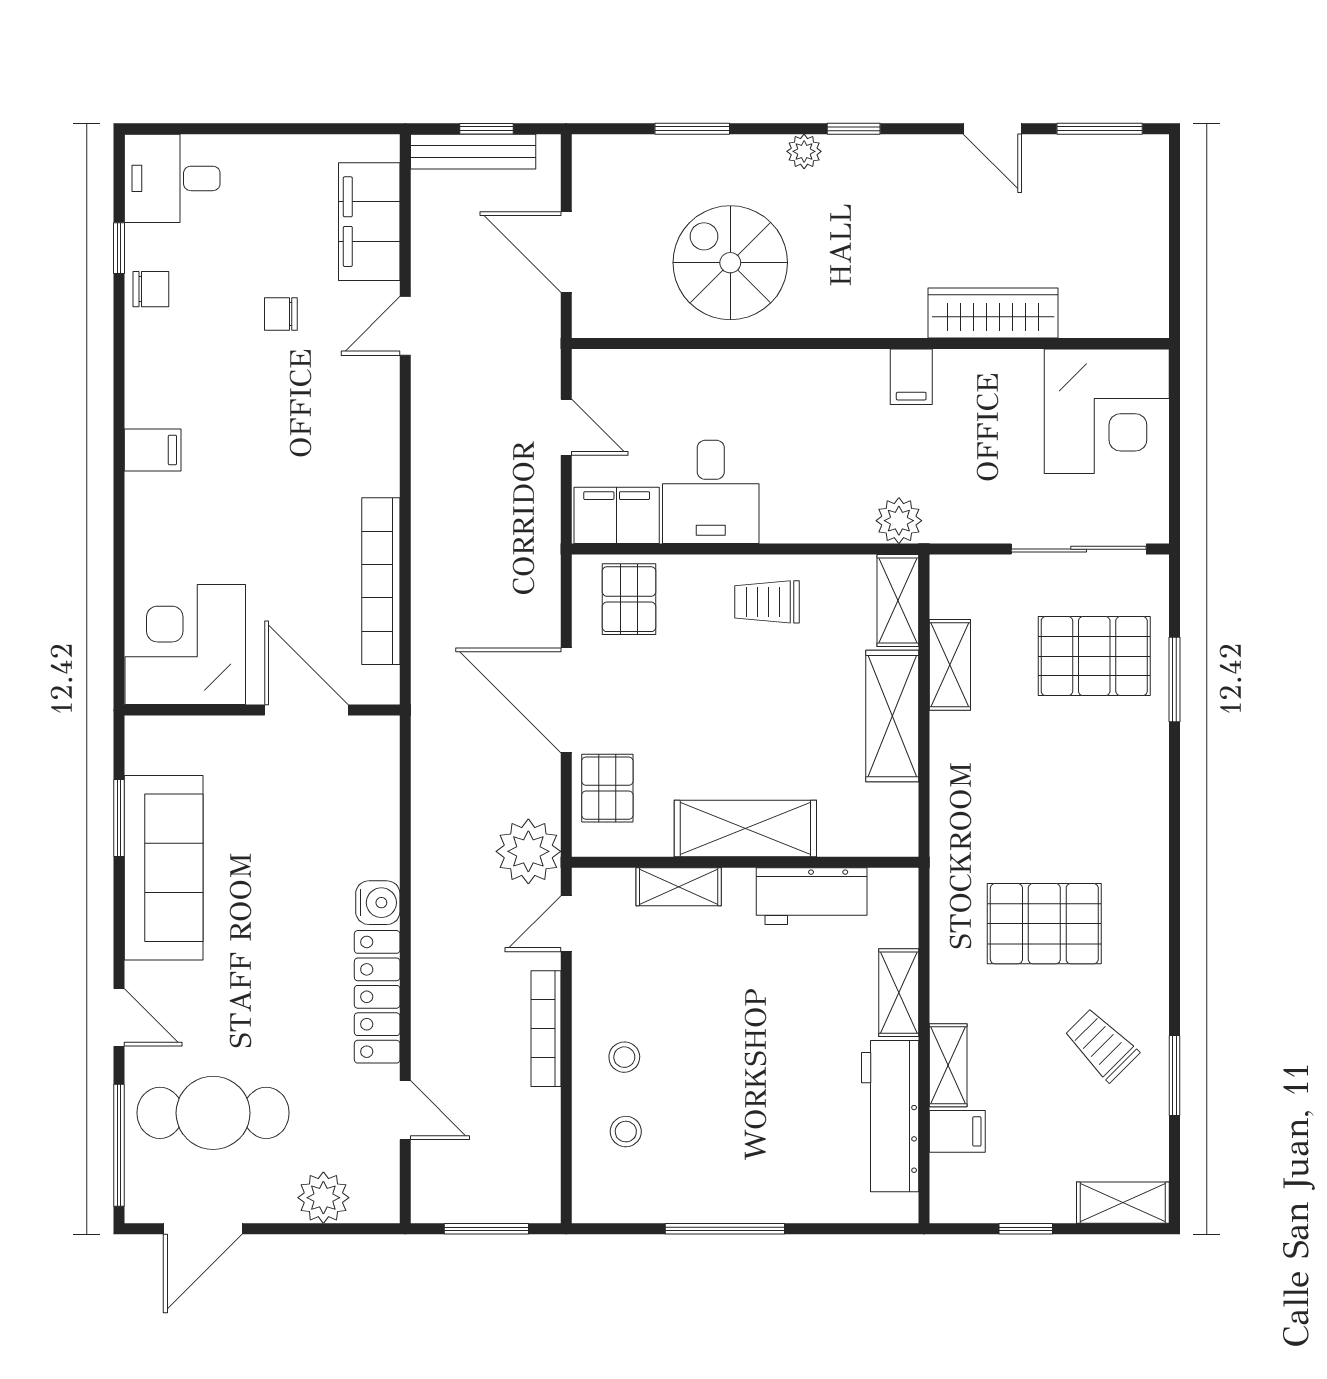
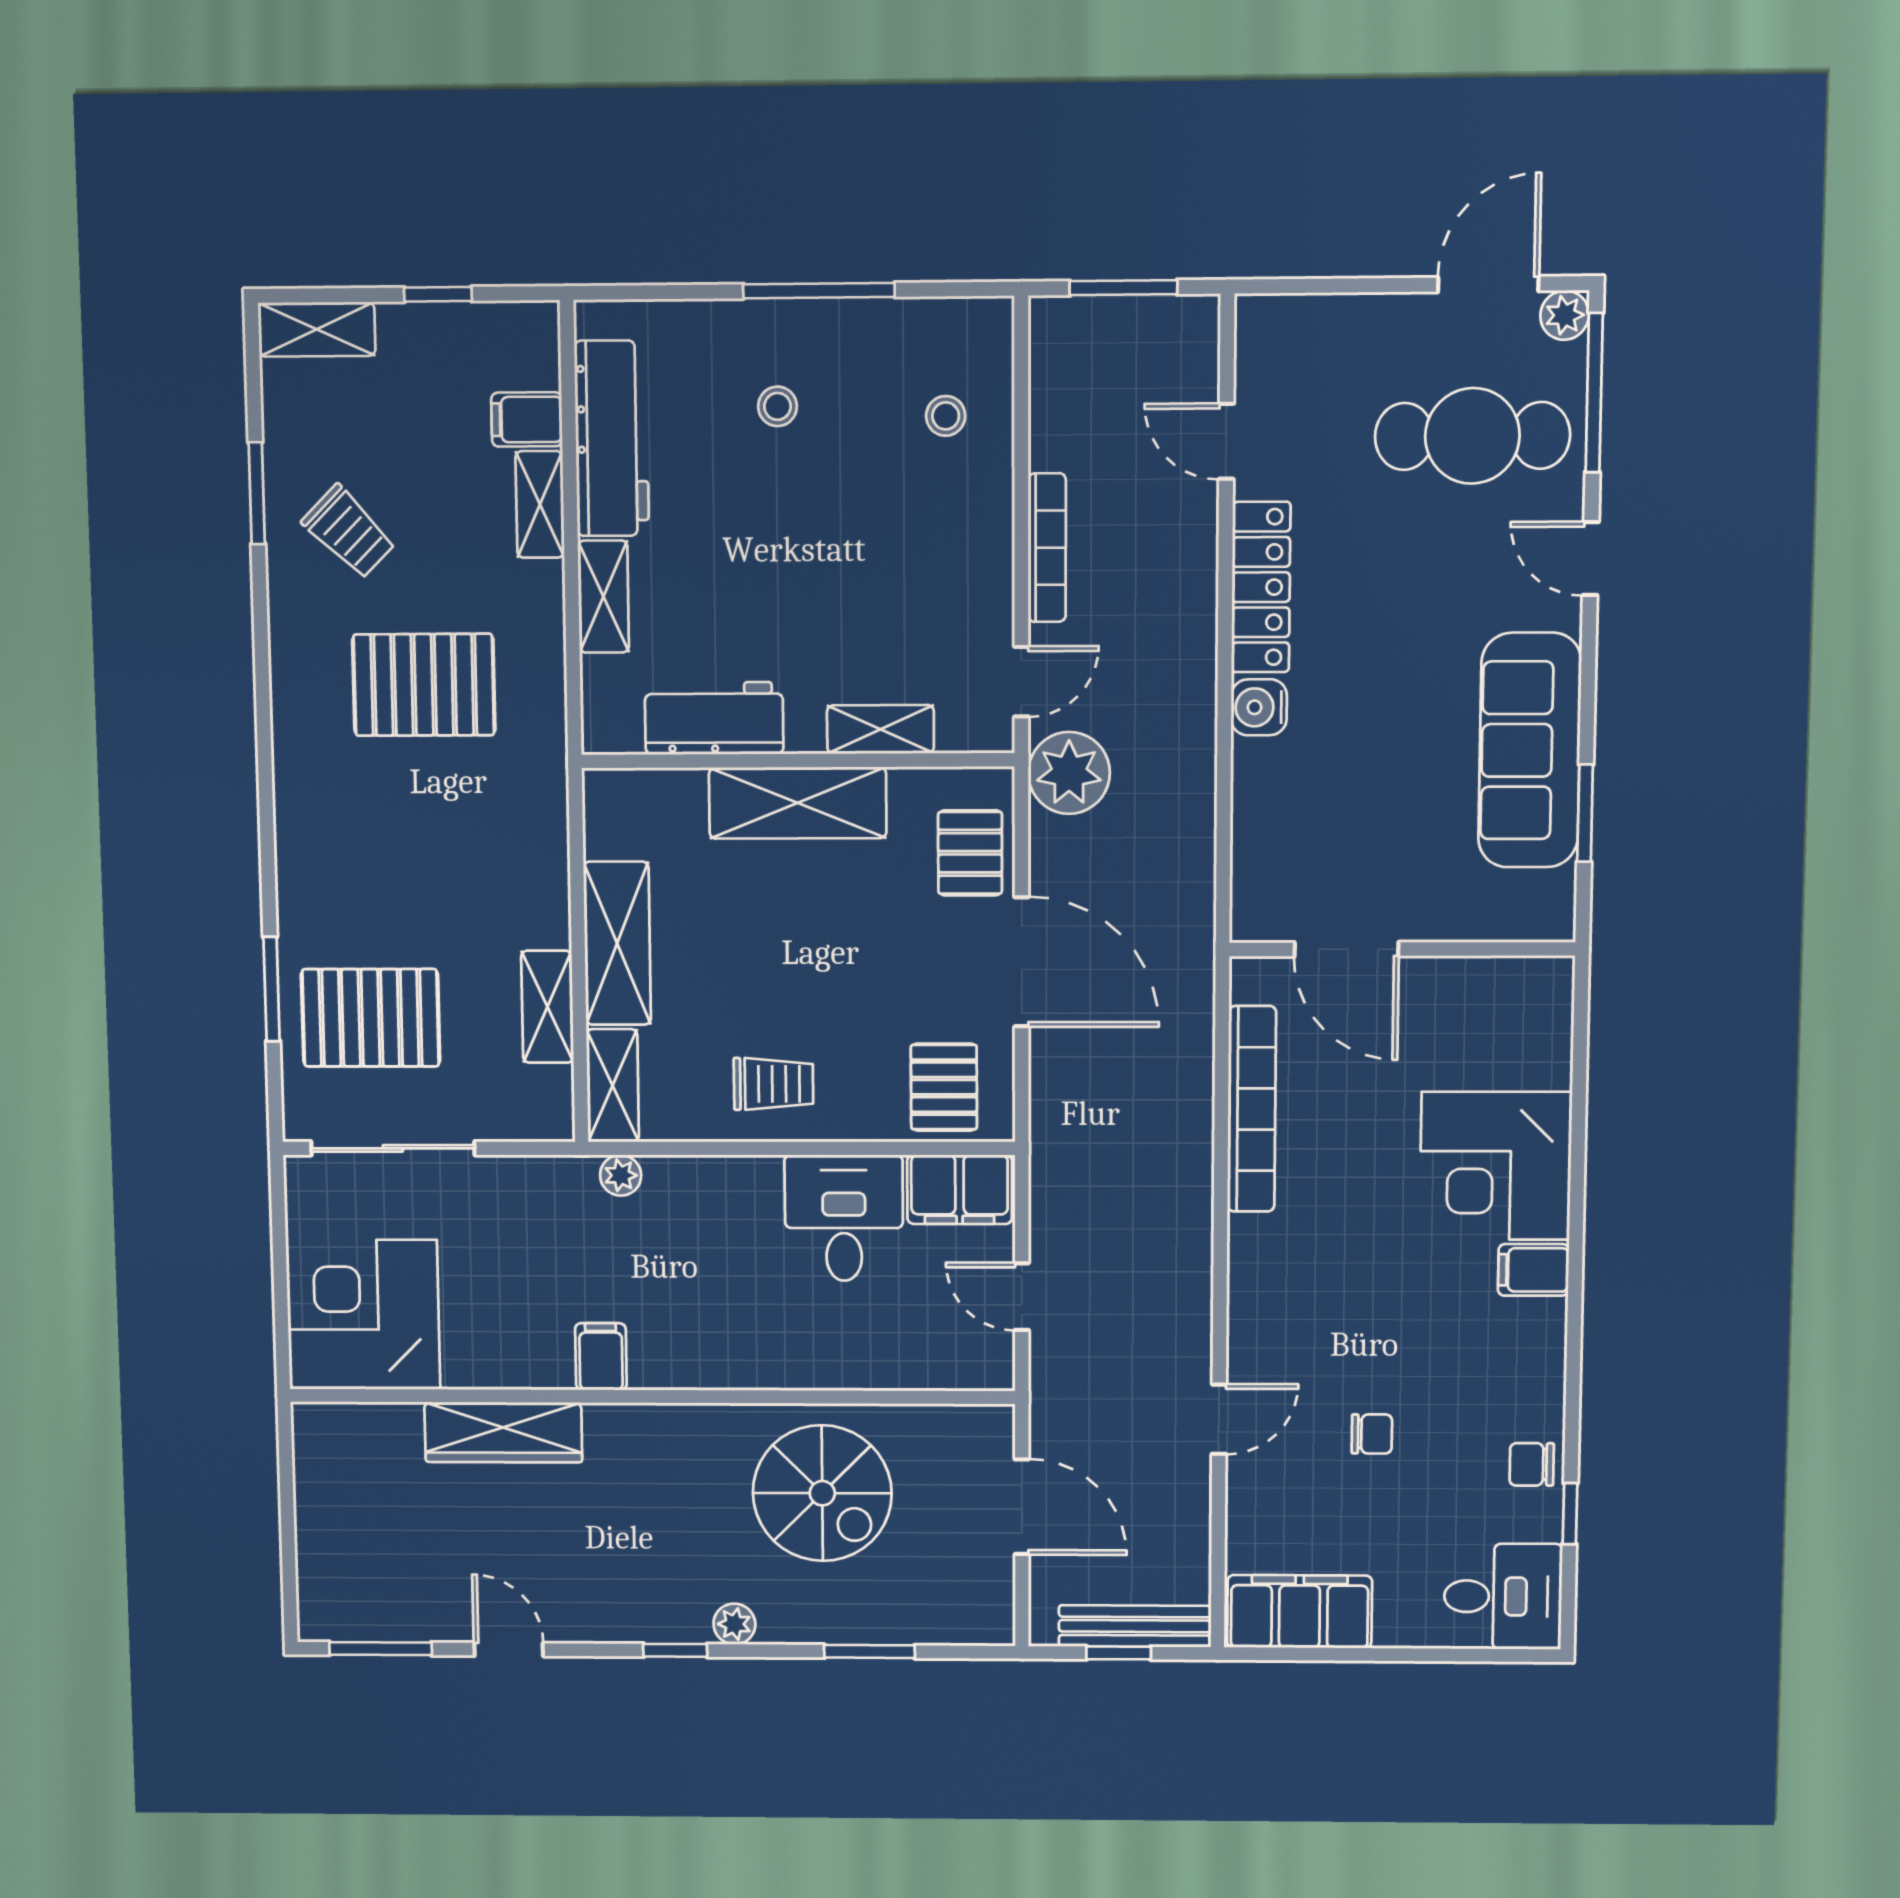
filing cabinet: (369, 222) -> (1299, 1612), moved, turned -90
plant: (899, 521) -> (621, 1175), width x0.73, depth x0.73
corner desk: (185, 645) -> (1496, 1166), moved, turned 90
stool: (624, 1057) -> (777, 406), moved
plant: (323, 1198) -> (1565, 315), moved, width x0.73, depth x0.73

